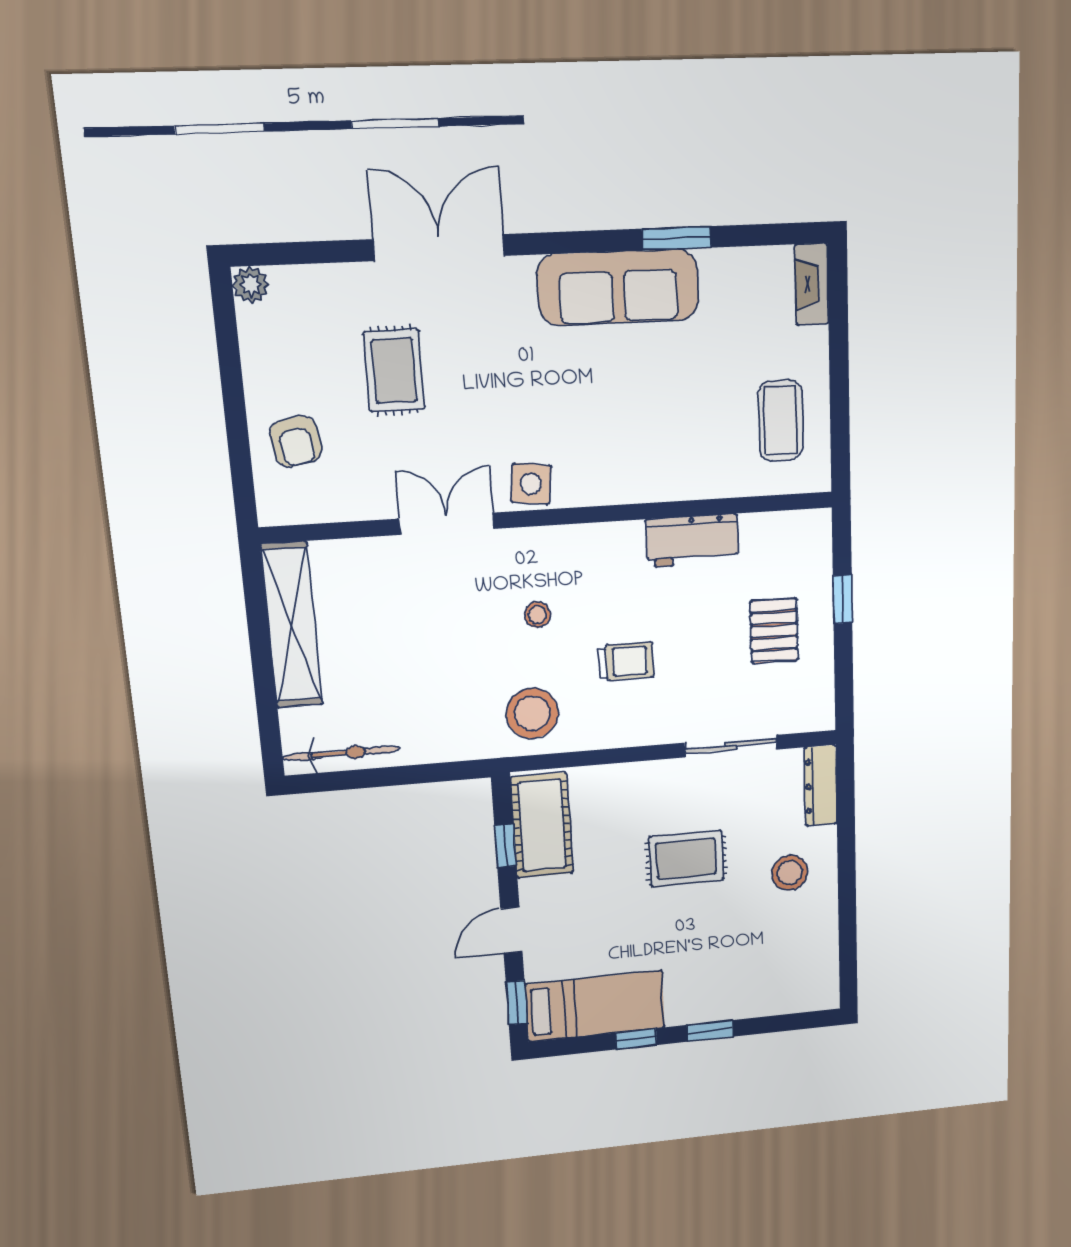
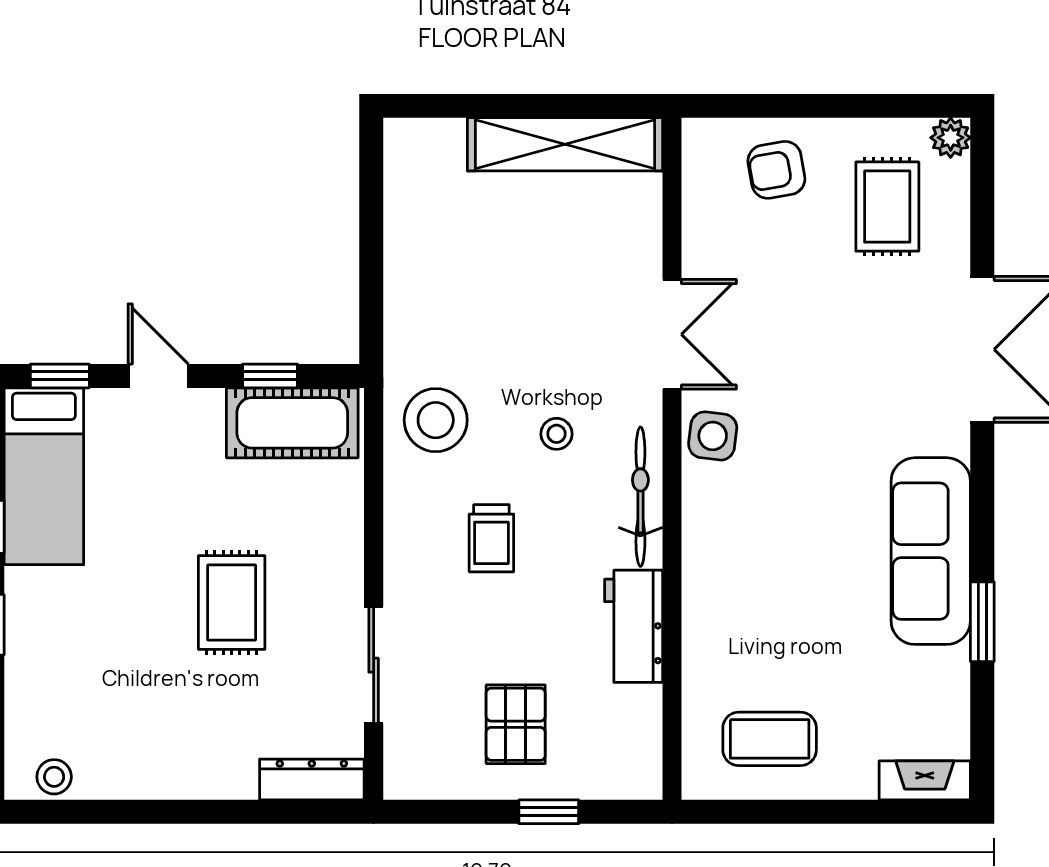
rug: (394, 371) -> (887, 207), moved, turned 90
pallet: (774, 631) -> (516, 724), turned 90
bicycle: (342, 753) -> (640, 497), moved, turned 180
stool: (790, 873) -> (54, 777), moved, width x0.73, depth x0.73

